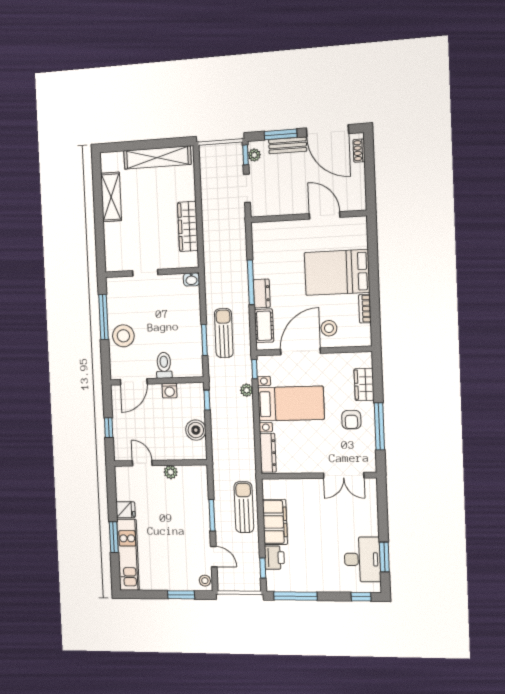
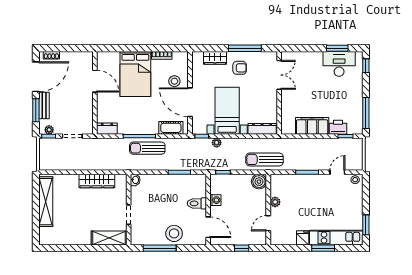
shelving: (111, 197) -> (109, 238), moved
door: (325, 215) -> (95, 81), swing flipped
dresser: (262, 293) -> (107, 129), moved
sun lounger: (224, 333) -> (147, 148), moved
boiler: (196, 430) -> (259, 182), moved
sun lounger: (244, 507) -> (264, 159), moved
window: (181, 595) -> (366, 225), moved

